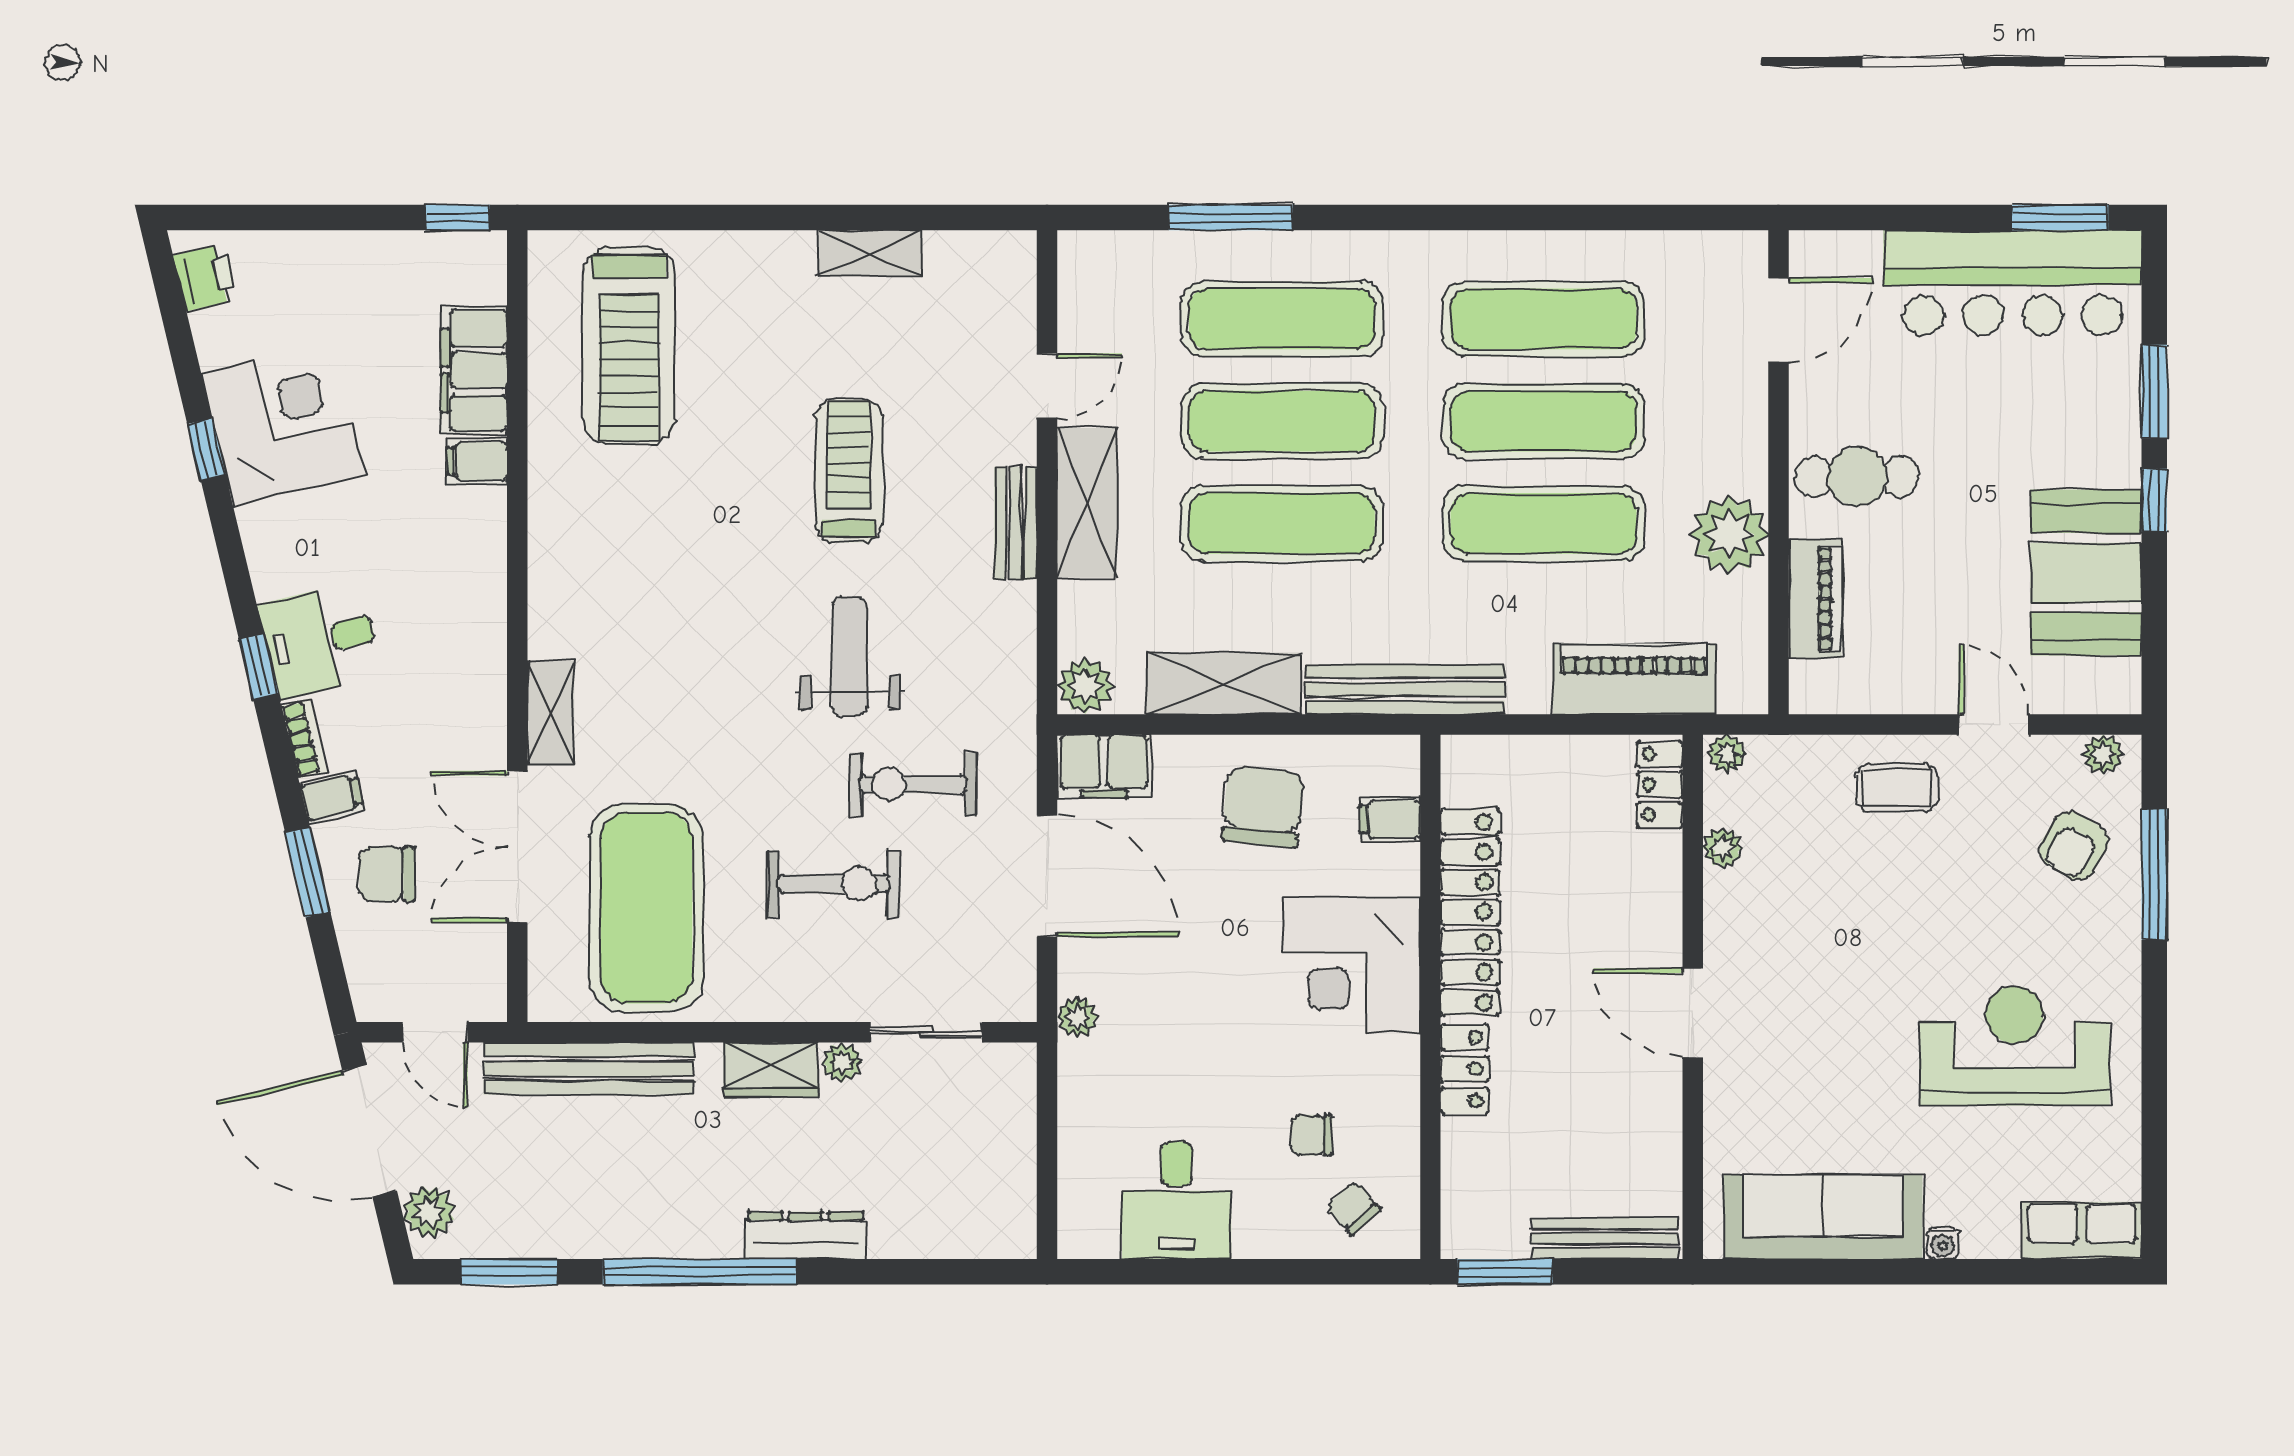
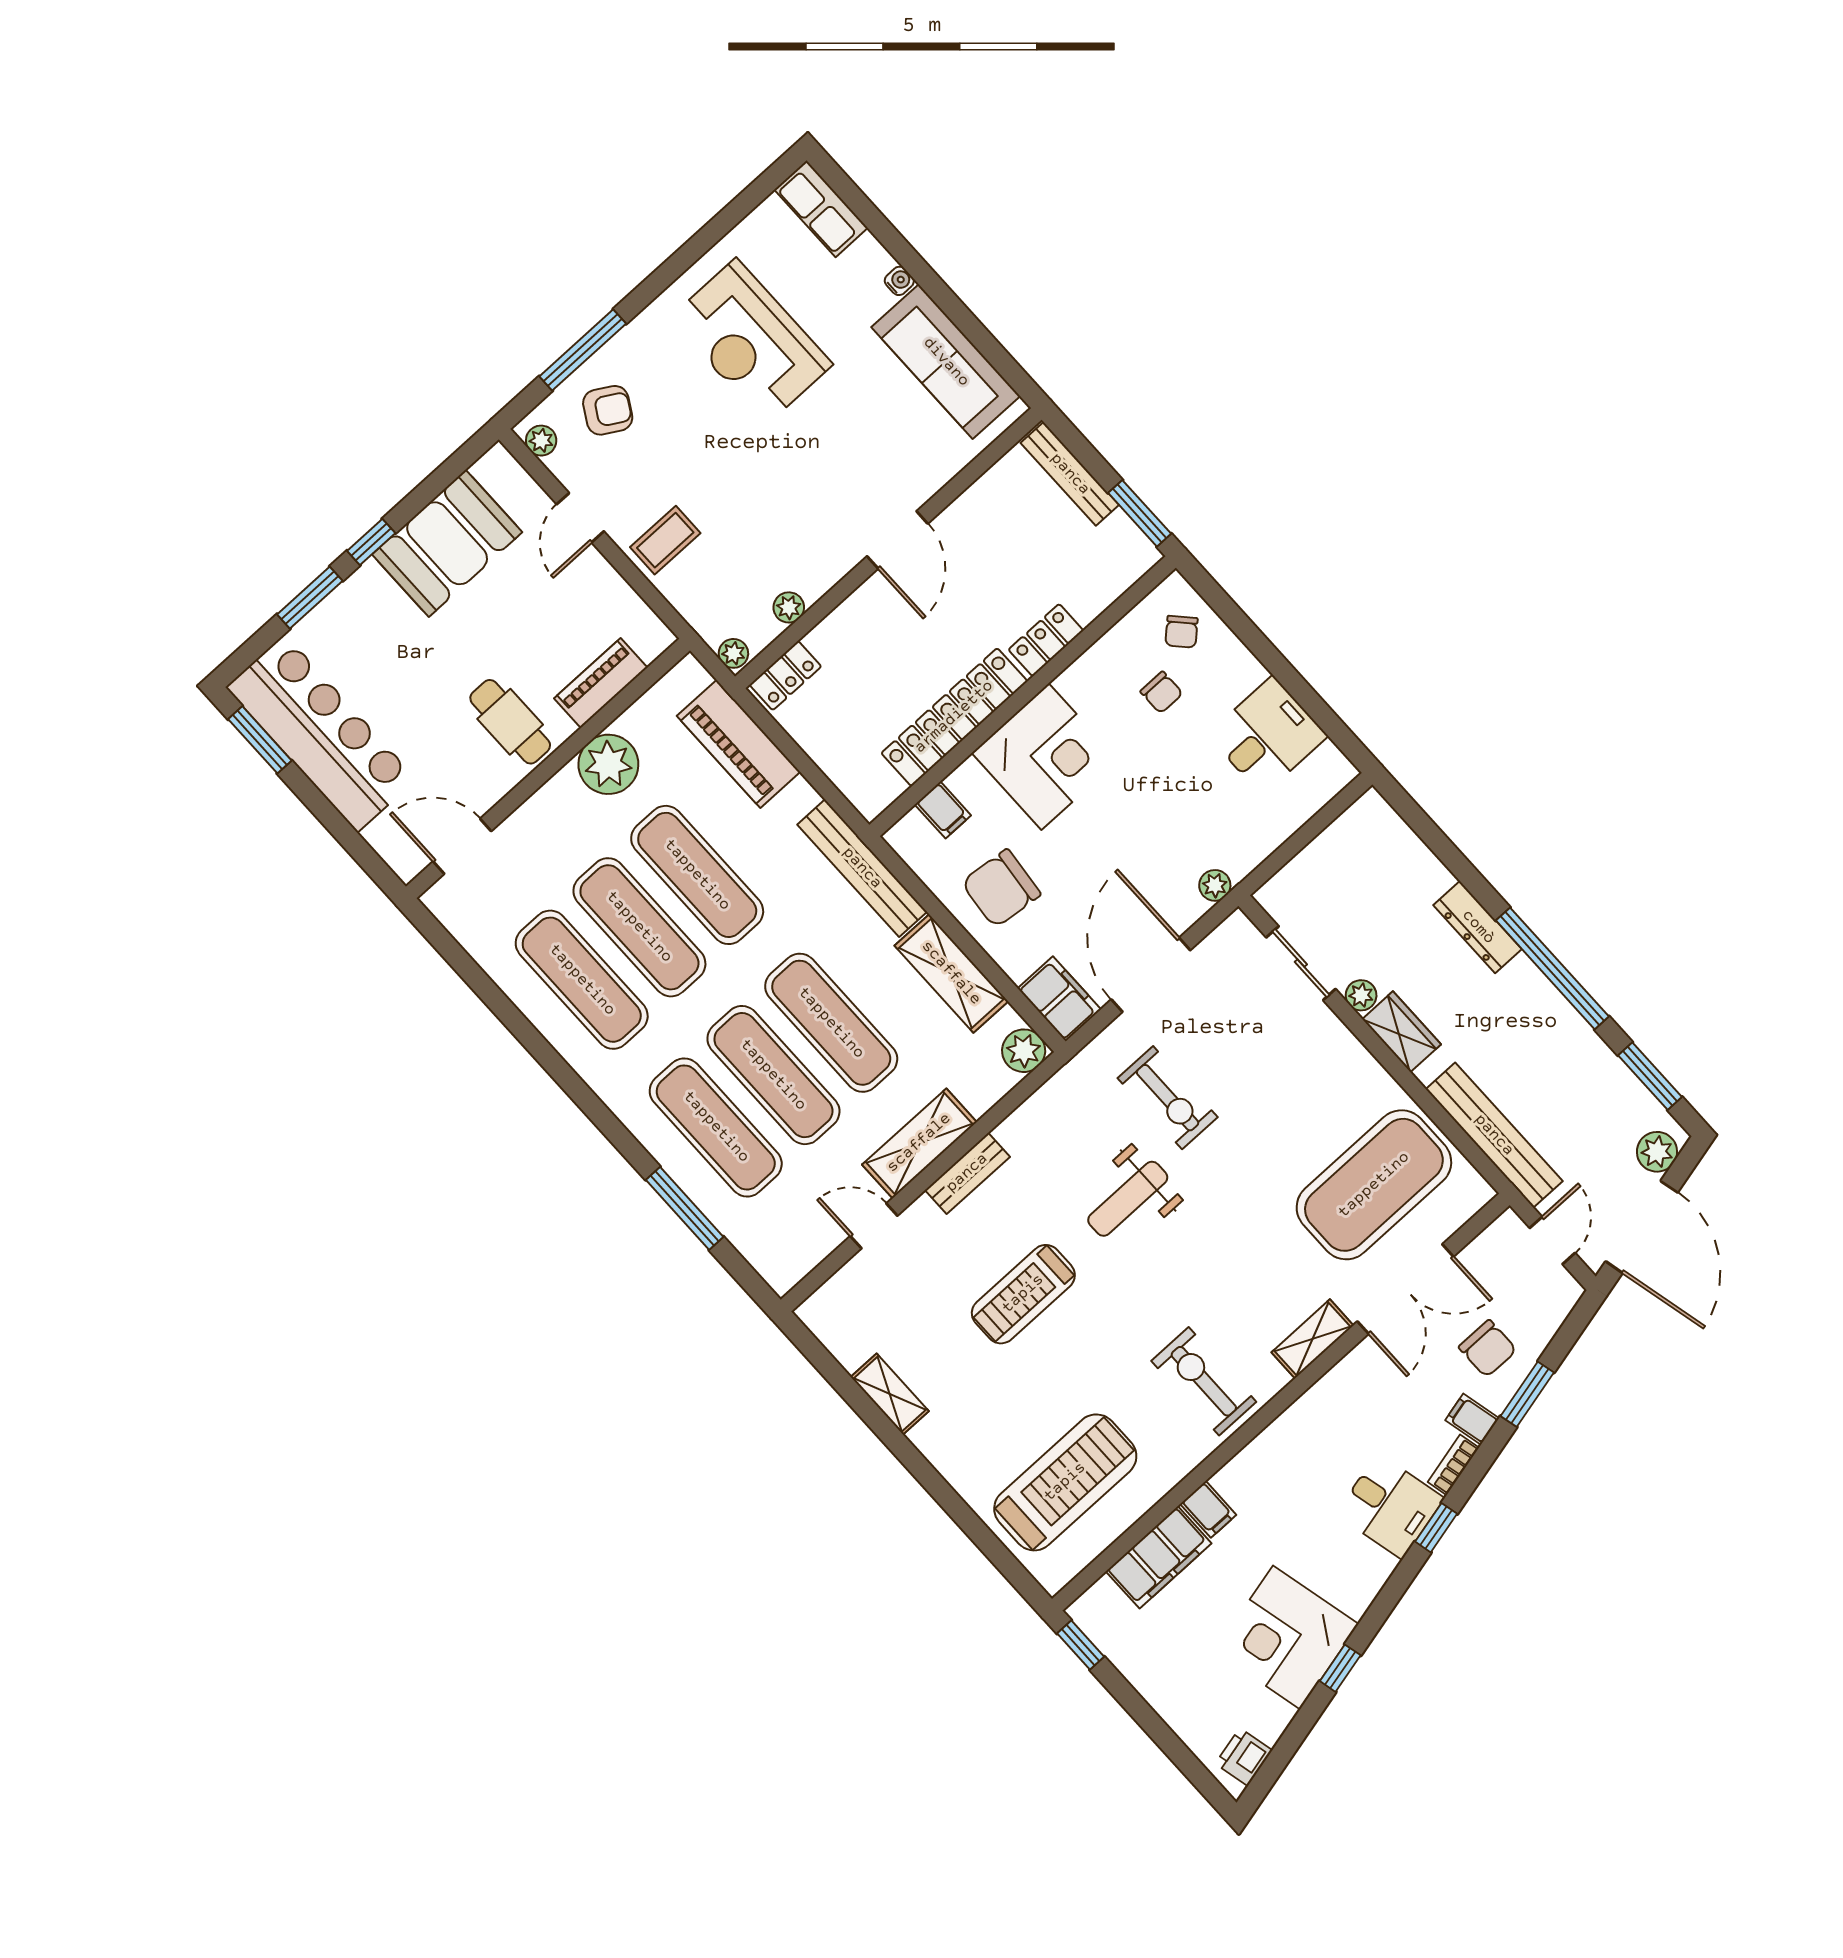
coffee table: (1897, 787) -> (665, 540), turned 90
exercise bike: (834, 884) -> (1204, 1381), moved

